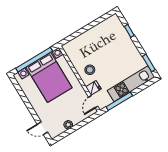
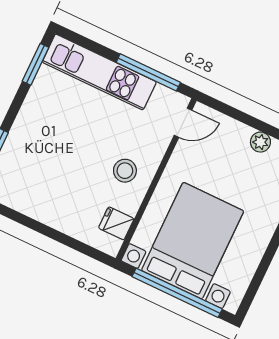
fridge: (93, 88) -> (116, 223), moved

